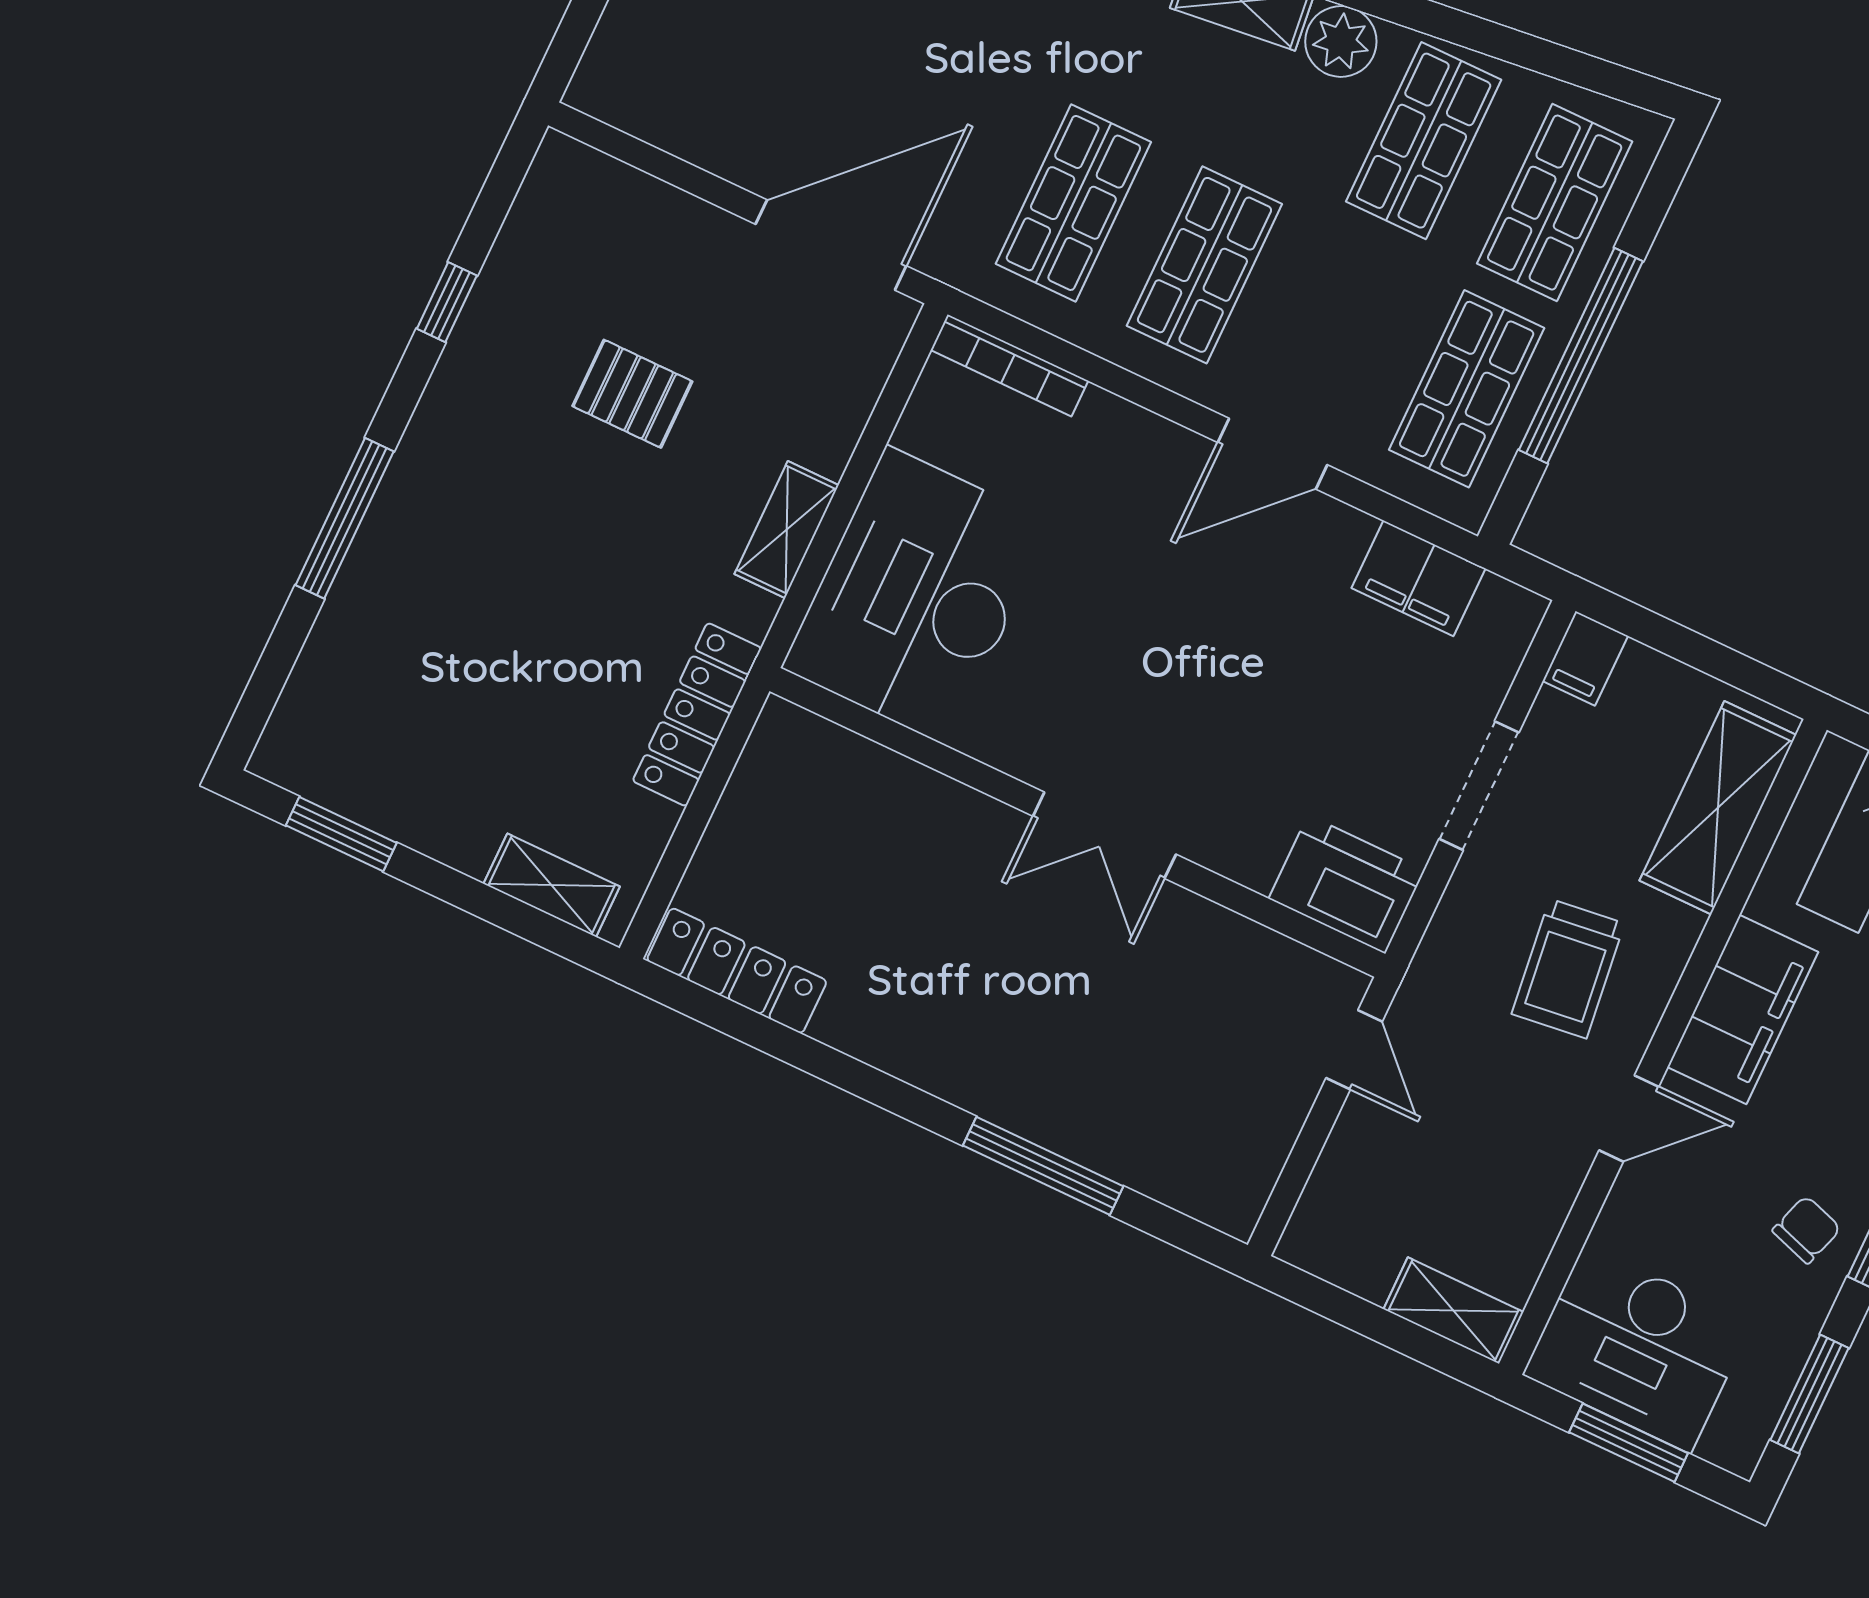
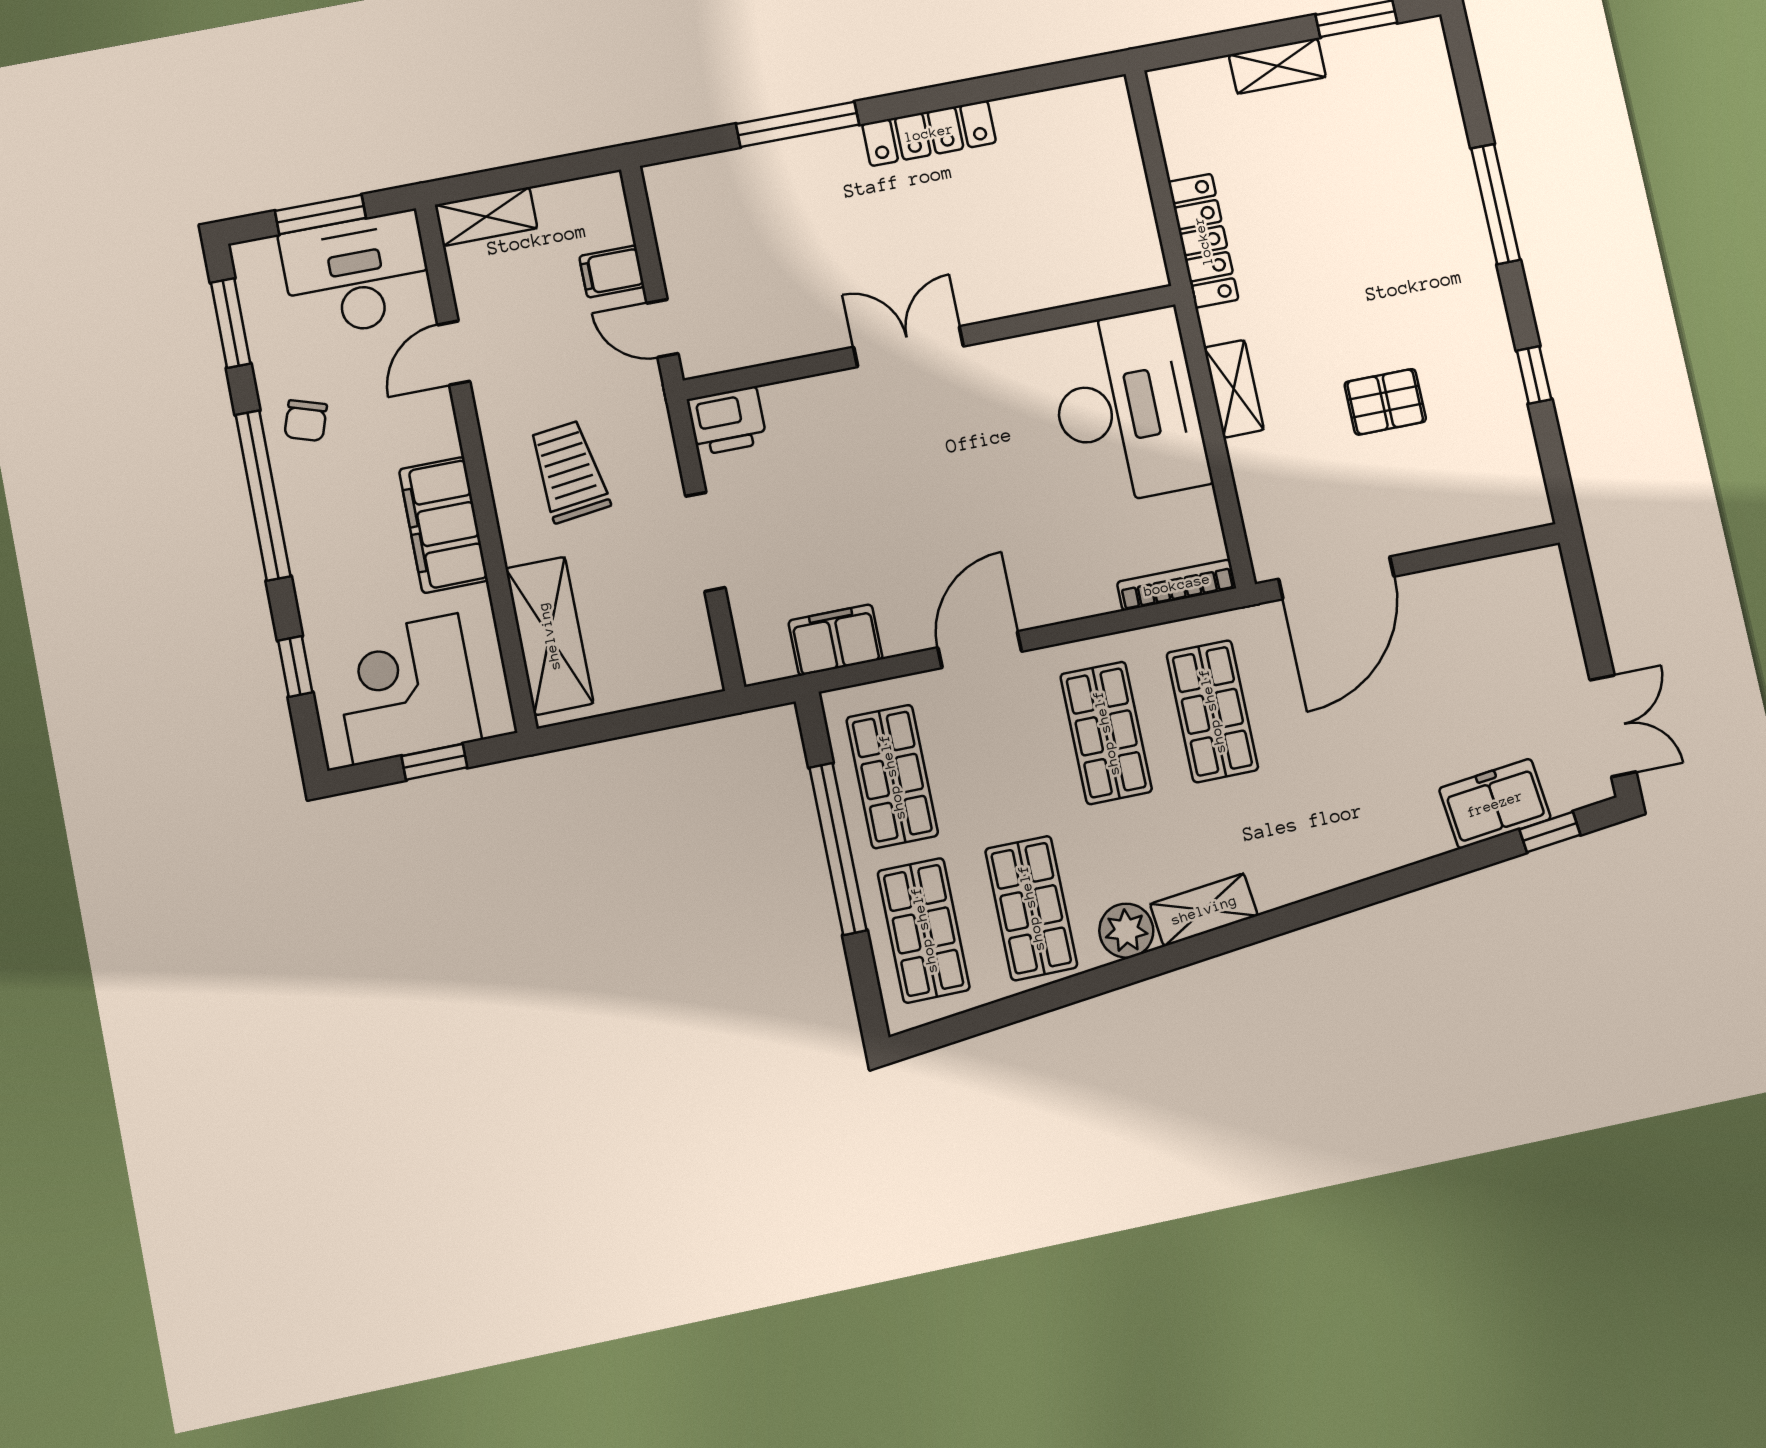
filing cabinet: (1585, 658) -> (612, 271), moved, turned -90
printer: (1347, 884) -> (727, 421), width x0.73, depth x0.84
shelving: (552, 885) -> (1277, 66), moved
locker: (737, 971) -> (929, 133), moved
door: (1629, 1118) -> (454, 353), moved

